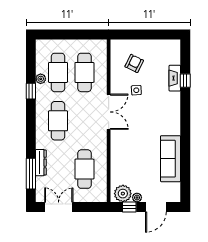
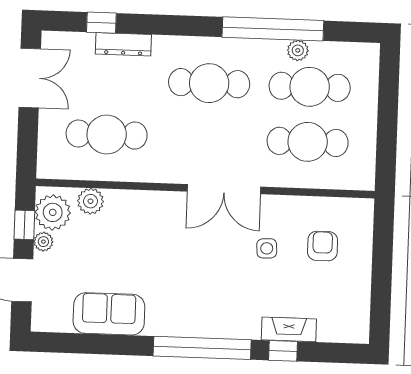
armchair: (134, 63) -> (323, 246), turned -116
window: (31, 91) -> (273, 29), width x3.17
window: (185, 119) -> (202, 348), added
sofa: (171, 159) -> (109, 314), width x0.73
window: (31, 174) -> (101, 23), width x0.46
plant: (117, 176) -> (91, 201), added

